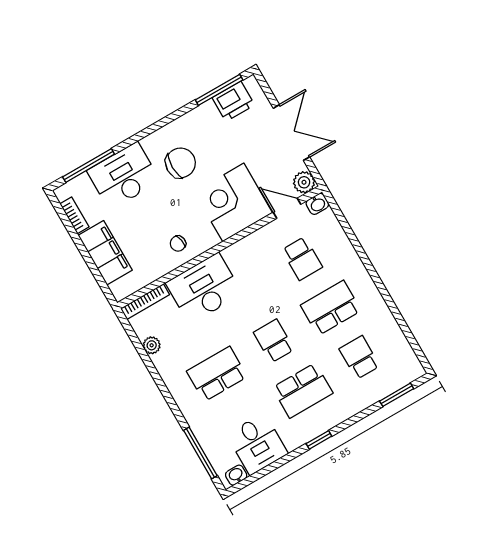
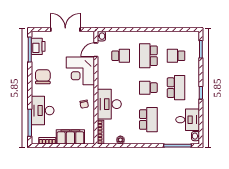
chair: (181, 163) -> (43, 77), moved
plant: (304, 182) -> (89, 36), removed
school desk: (217, 374) -> (148, 120), turned 180

